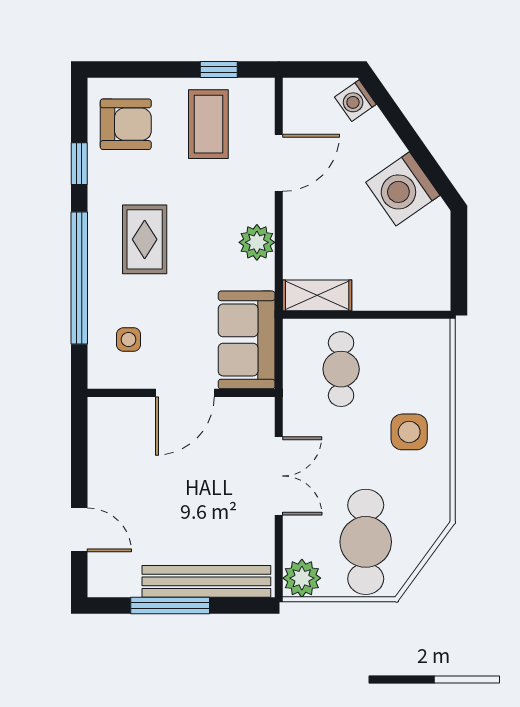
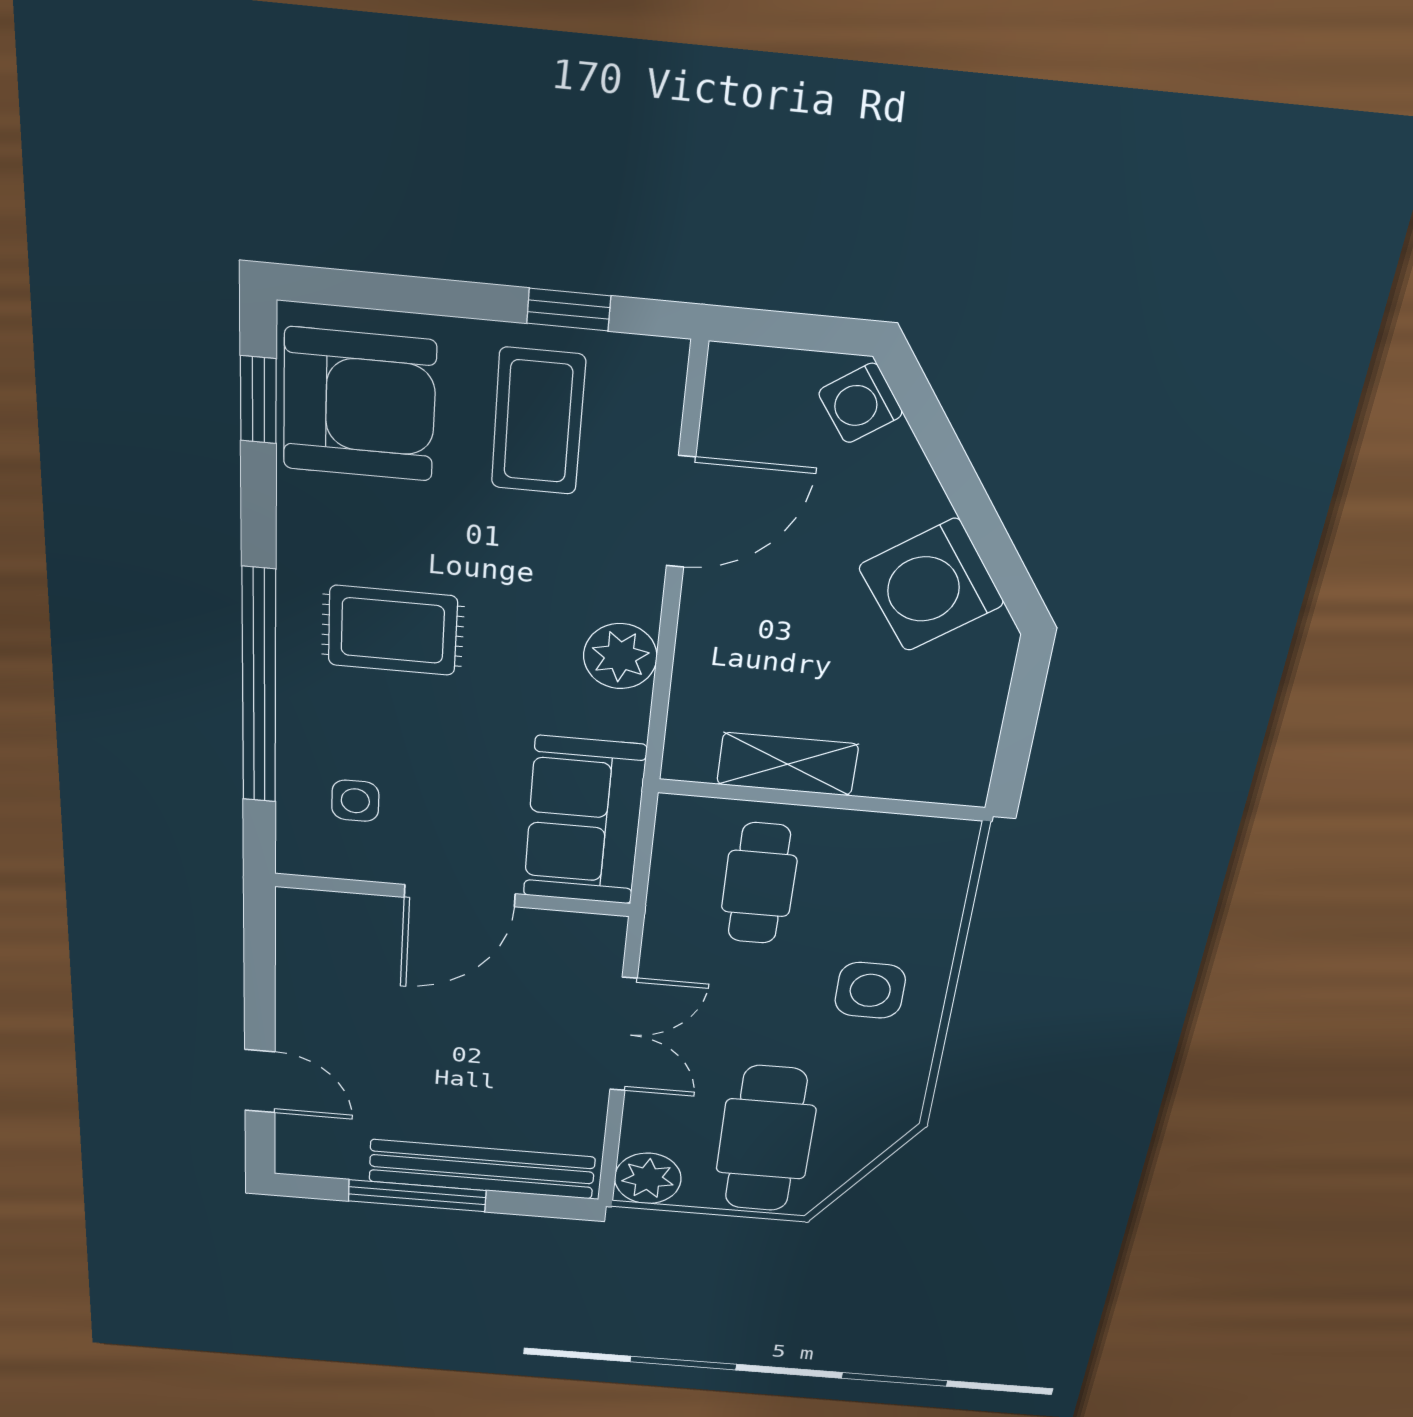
armchair: (126, 124) -> (359, 405), width x1.36, depth x1.36
window: (79, 164) -> (258, 400), moved
rug: (145, 239) -> (393, 631), turned 90
shelving: (317, 295) -> (788, 764), moved

